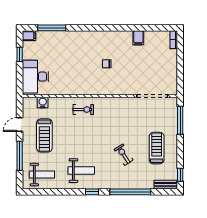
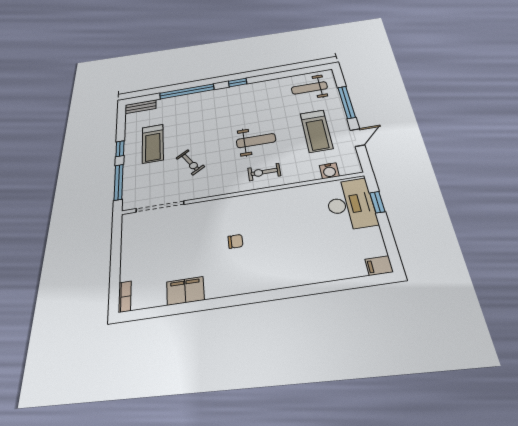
window: (52, 28) -> (341, 285), removed
filing cabinet: (138, 38) -> (185, 291), width x2.00
window: (20, 54) -> (377, 202), moved
treadmill: (44, 135) -> (316, 131), turned 180
exercise bike: (124, 155) -> (190, 162), moved
weight bench: (81, 171) -> (256, 141), moved, turned 180
window: (180, 175) -> (120, 149), moved

